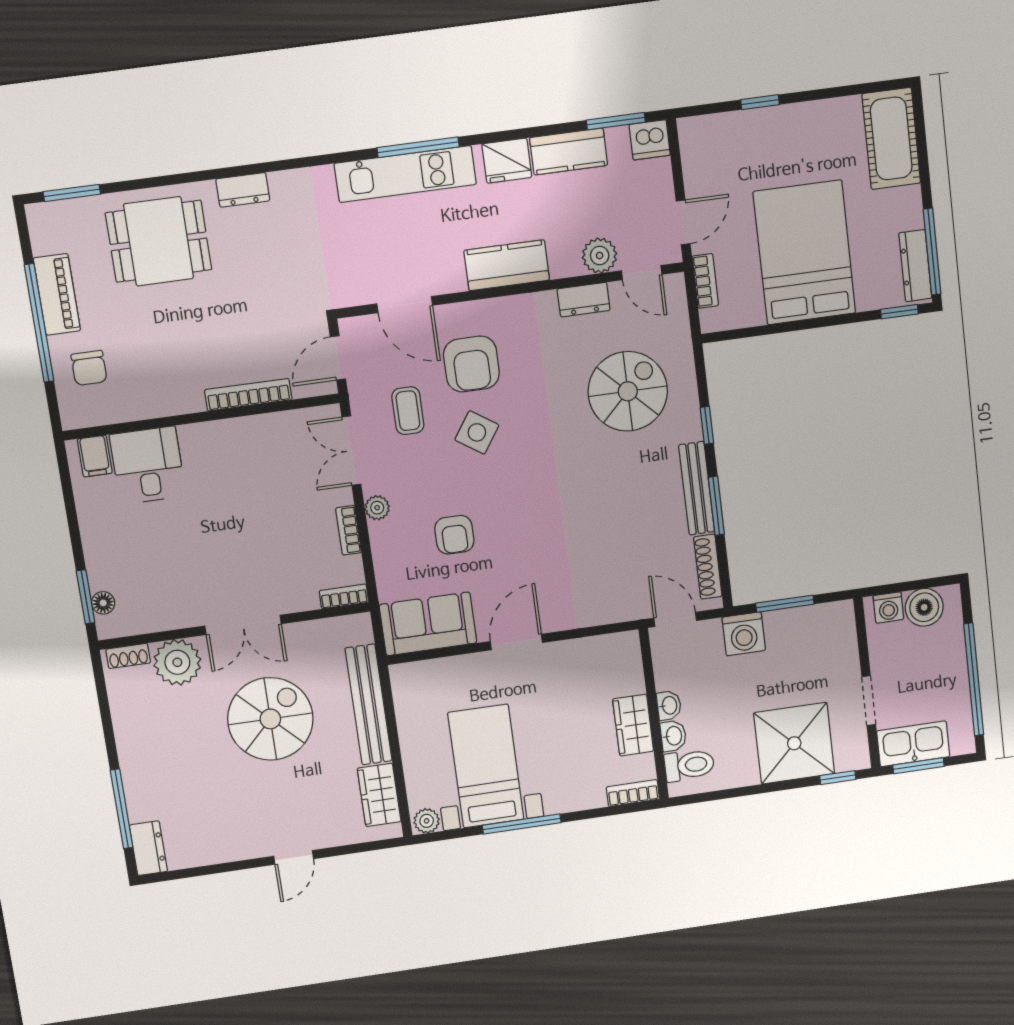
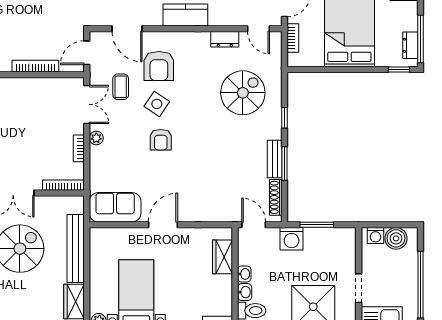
plant: (600, 256) -> (237, 17), removed
dresser: (915, 266) -> (410, 45), width x0.70
double door: (351, 451) -> (87, 104), swing flipped
bench: (697, 488) -> (275, 159), width x0.73
armchair: (454, 535) -> (161, 140), moved
bookcase: (344, 596) -> (63, 185), width x1.56
wardrobe: (633, 725) -> (223, 257), moved

